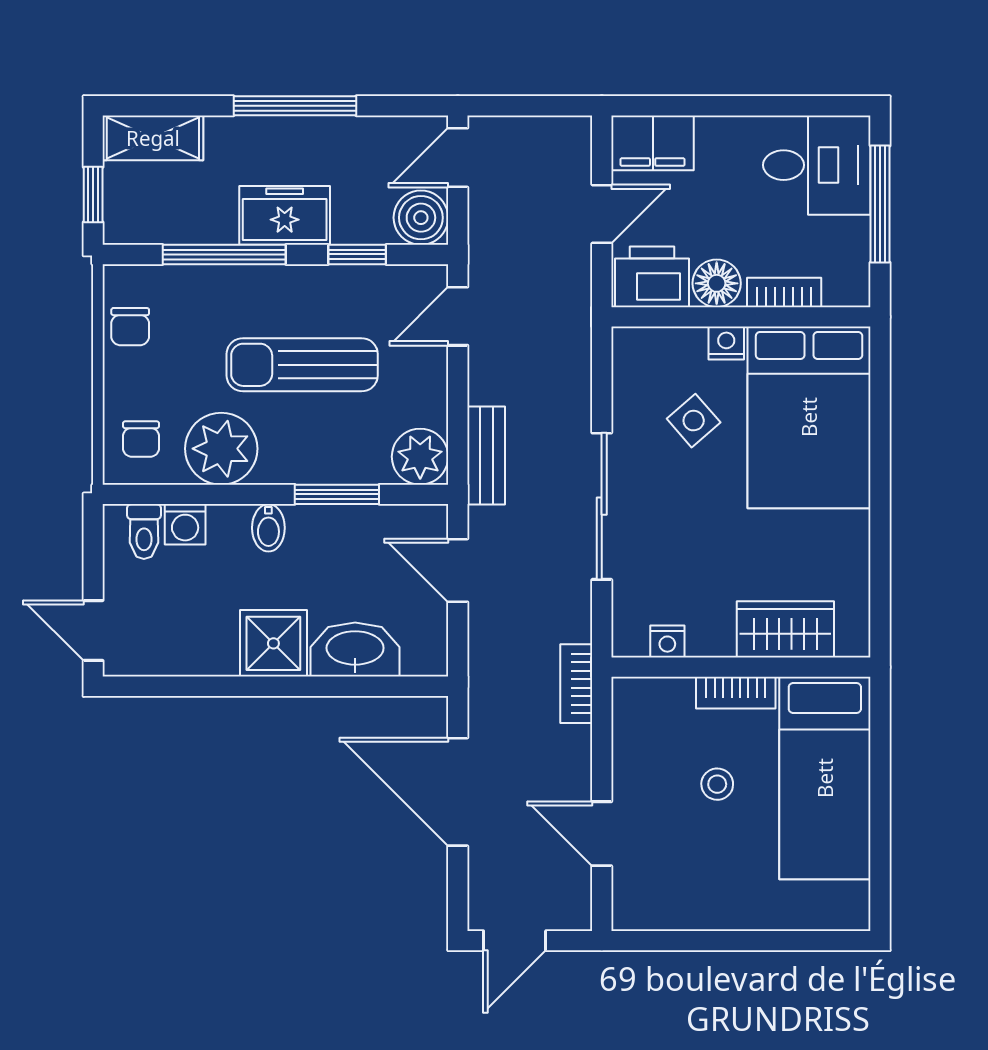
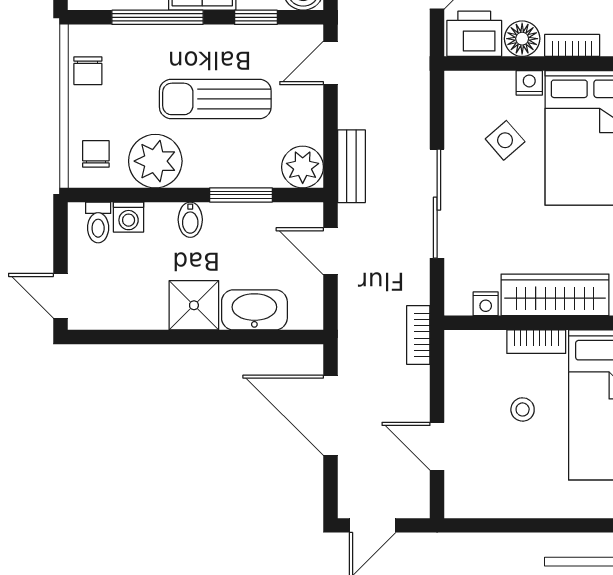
chair: (141, 439) -> (96, 154), turned 180
wardrobe: (785, 629) -> (555, 295), width x1.50

